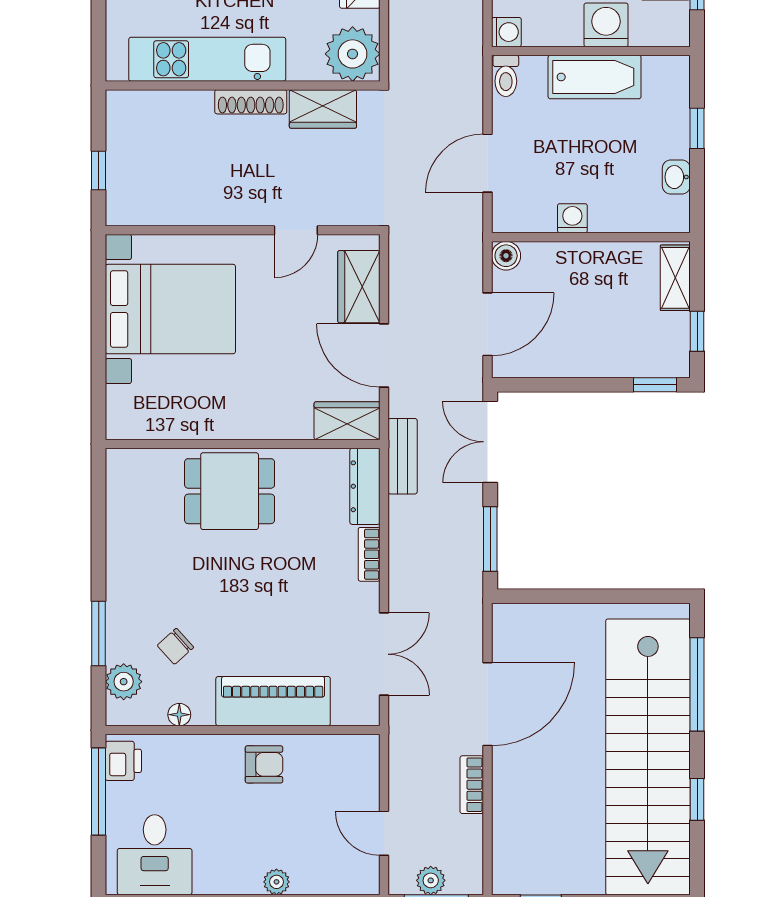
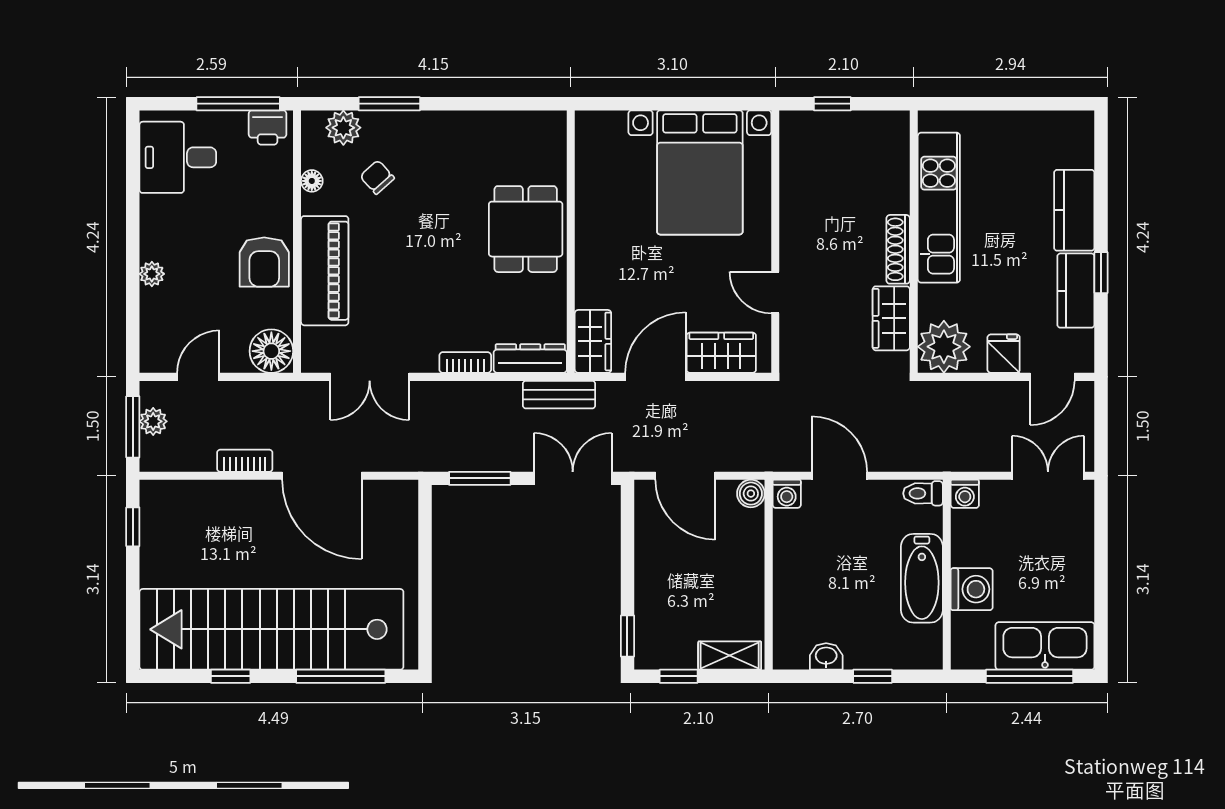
washing machine: (572, 218) -> (787, 494), moved, turned 90
floor lamp: (357, 757) -> (271, 351), added
armchair: (264, 764) -> (264, 262), width x1.38, depth x1.38

